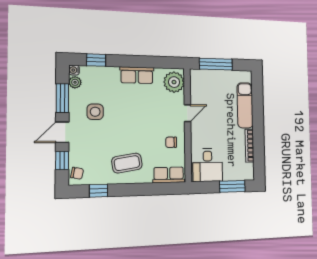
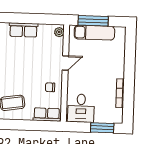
plant: (174, 82) -> (59, 32), width x0.53, depth x0.53
exam couch: (245, 105) -> (94, 33), moved, turned -90

